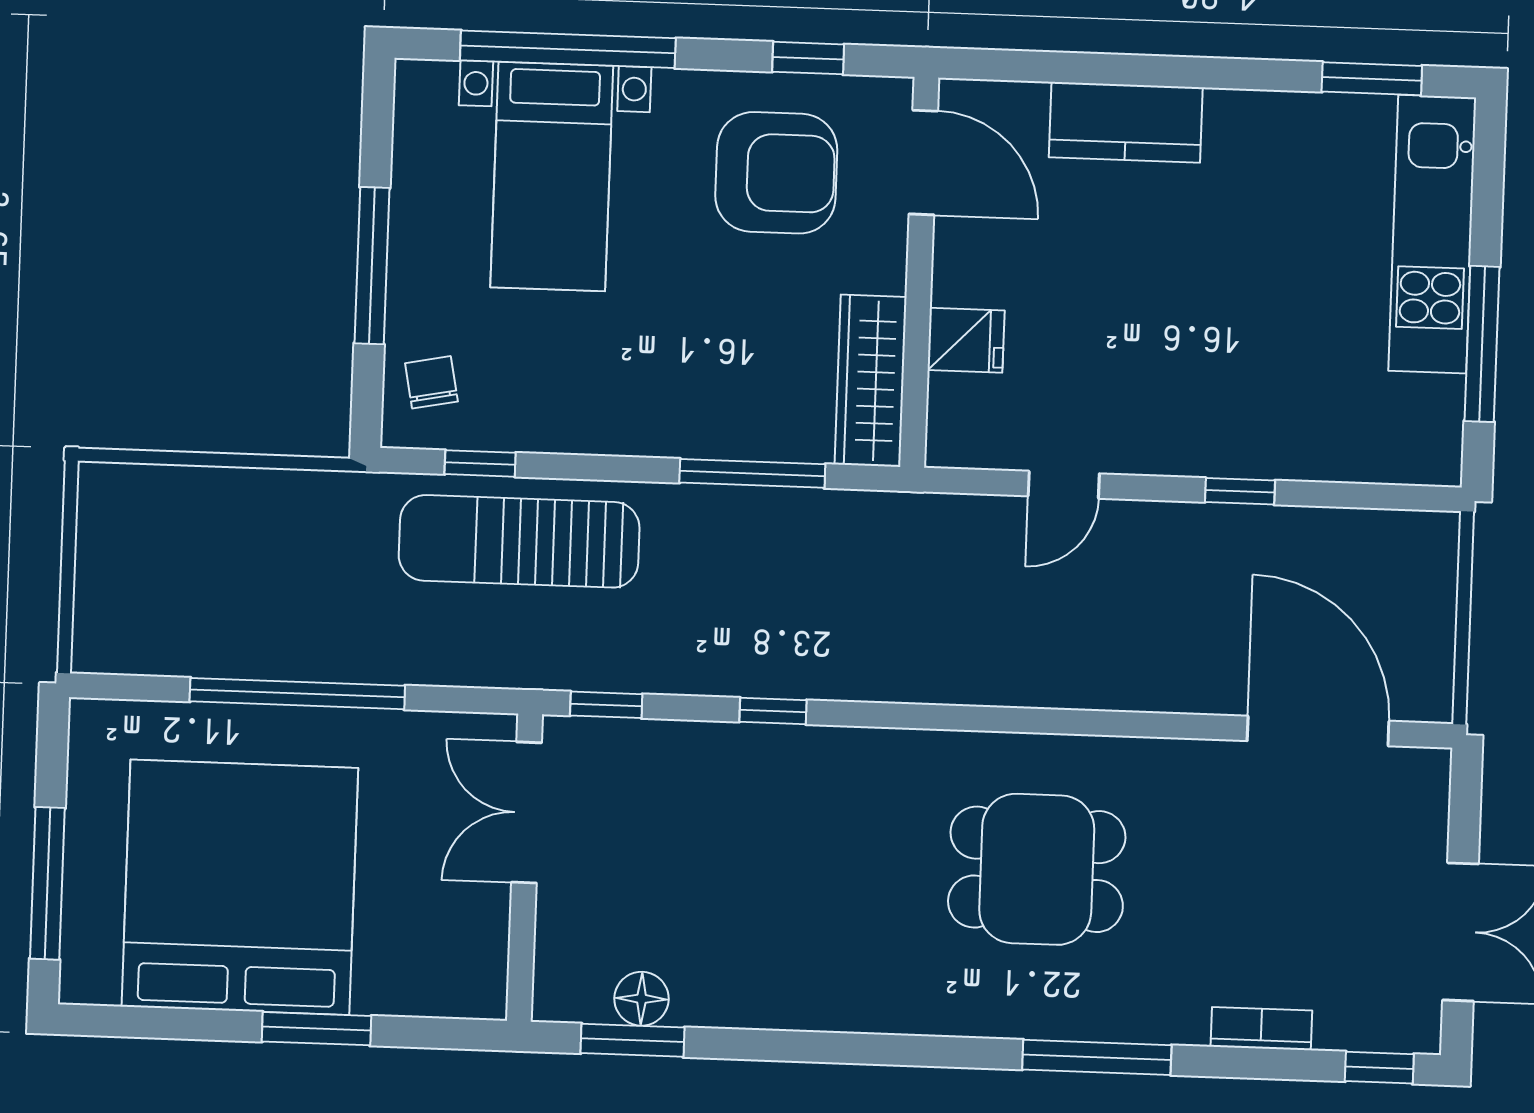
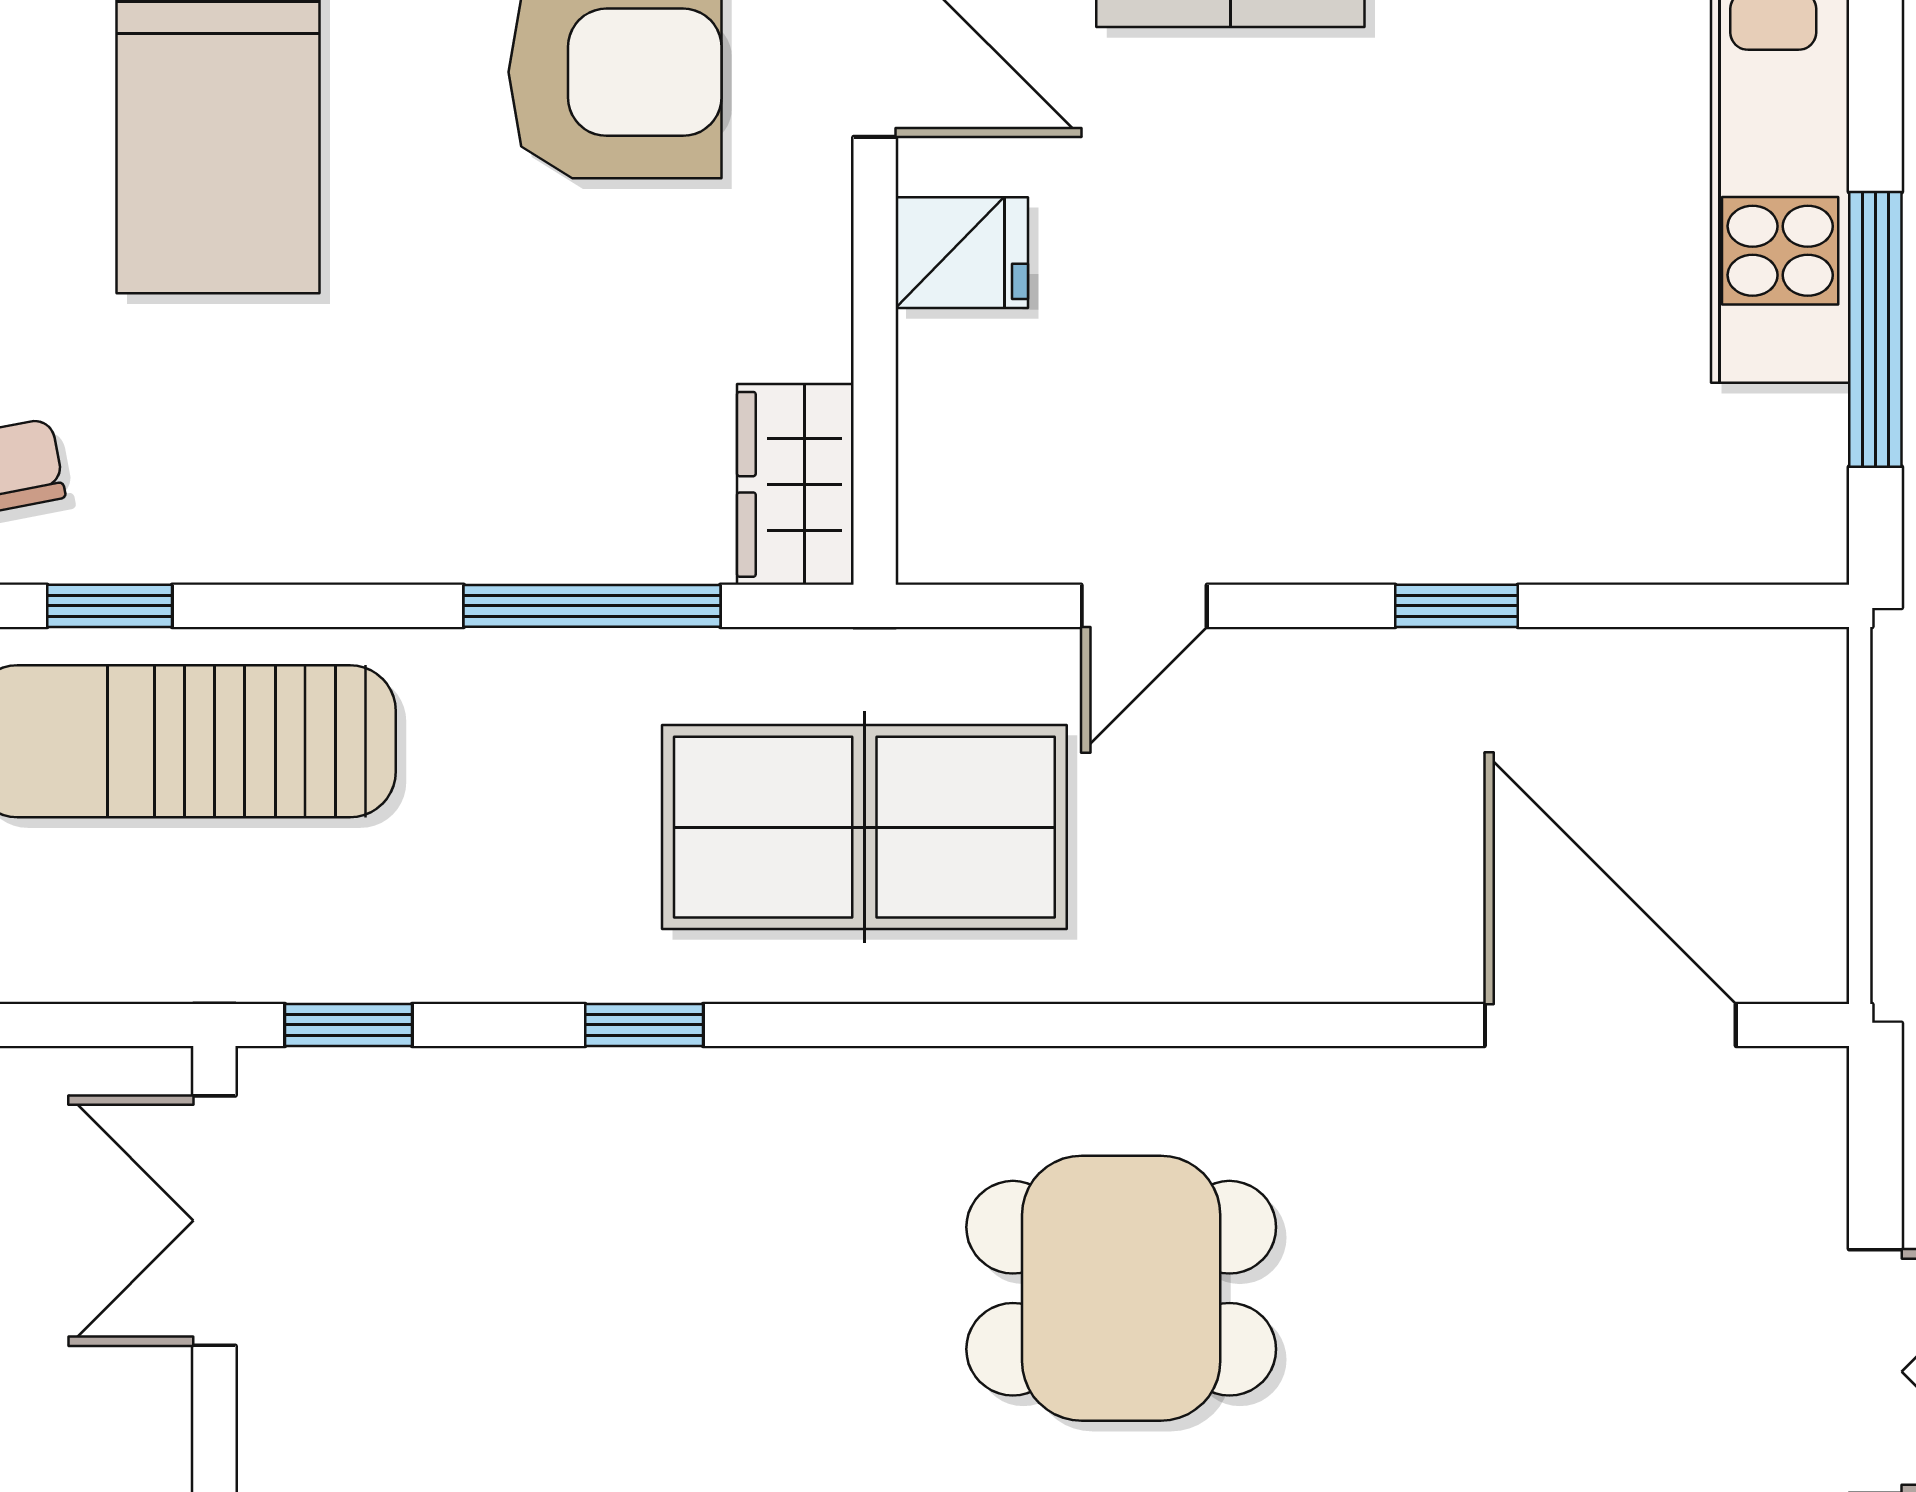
fridge: (966, 340) -> (962, 253), moved
wardrobe: (871, 381) -> (795, 484), width x0.67
table tennis table: (901, 604) -> (864, 827), added

